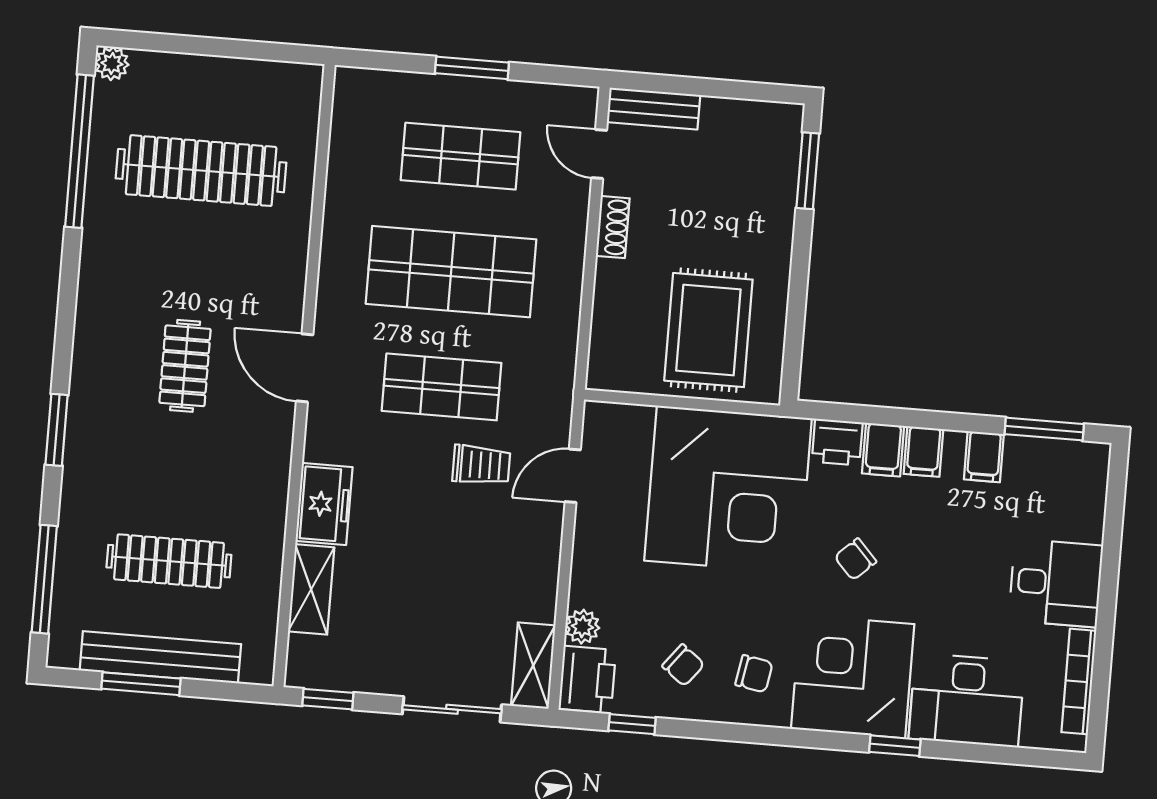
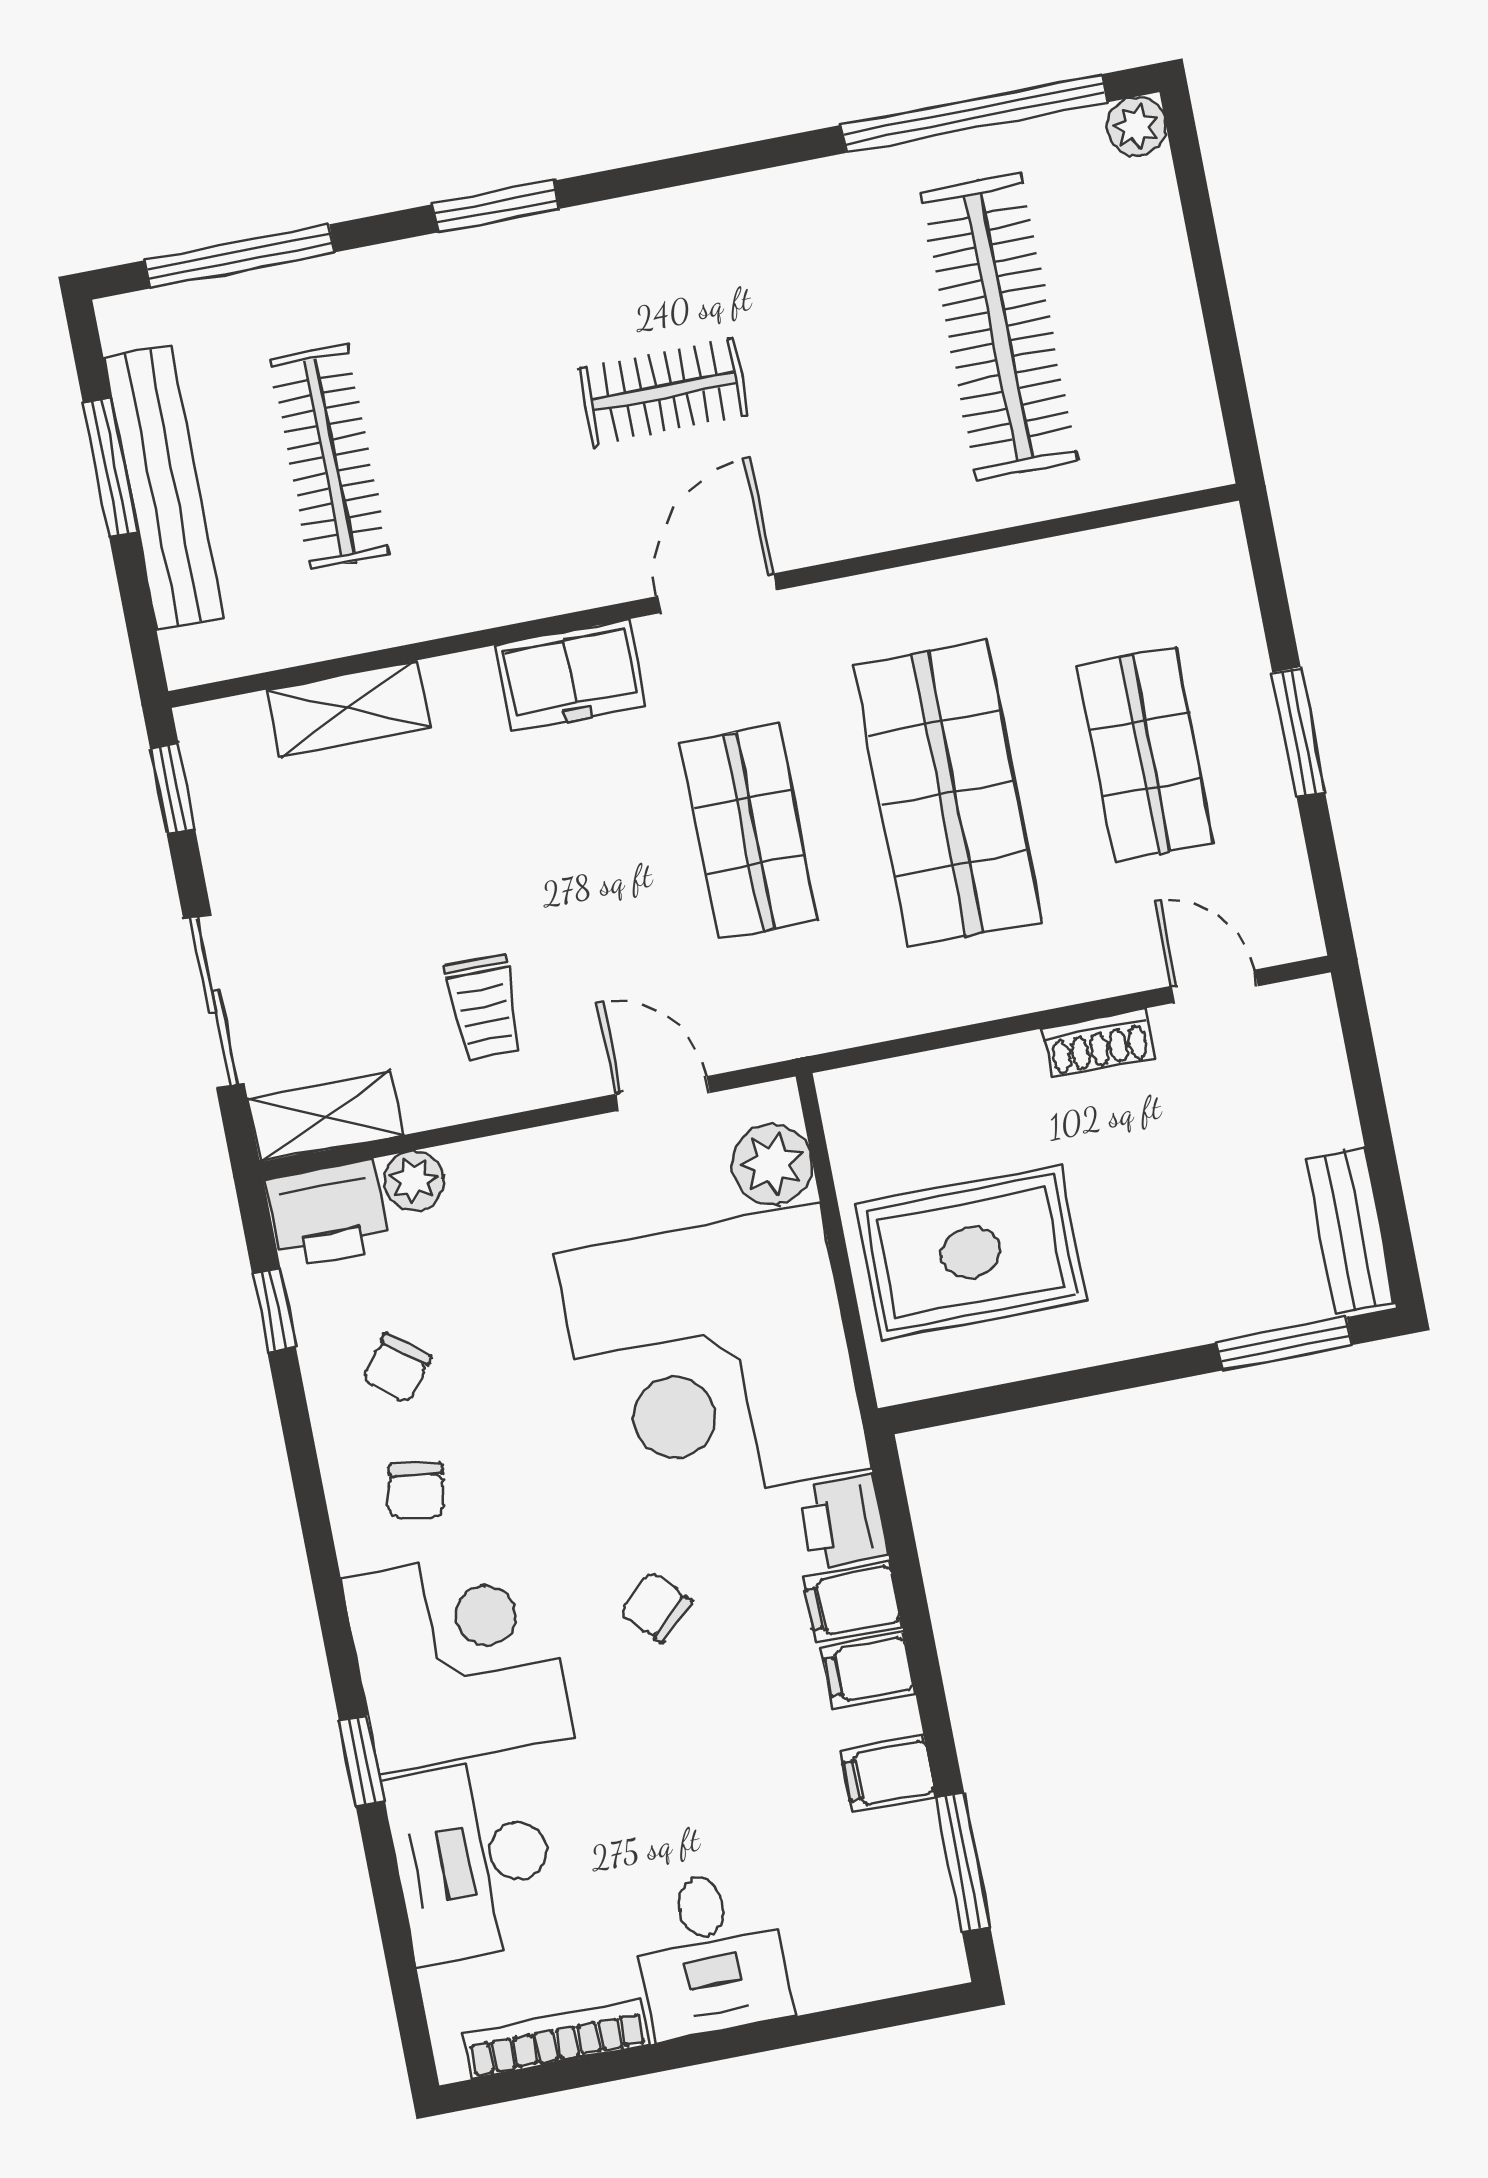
bench: (654, 109) -> (1350, 1231), moved
door: (599, 154) -> (1214, 986), hinge flipped
plant: (629, 426) -> (772, 1164), added
trolley: (481, 465) -> (484, 1007), moved
freezer: (324, 504) -> (571, 676), moved

